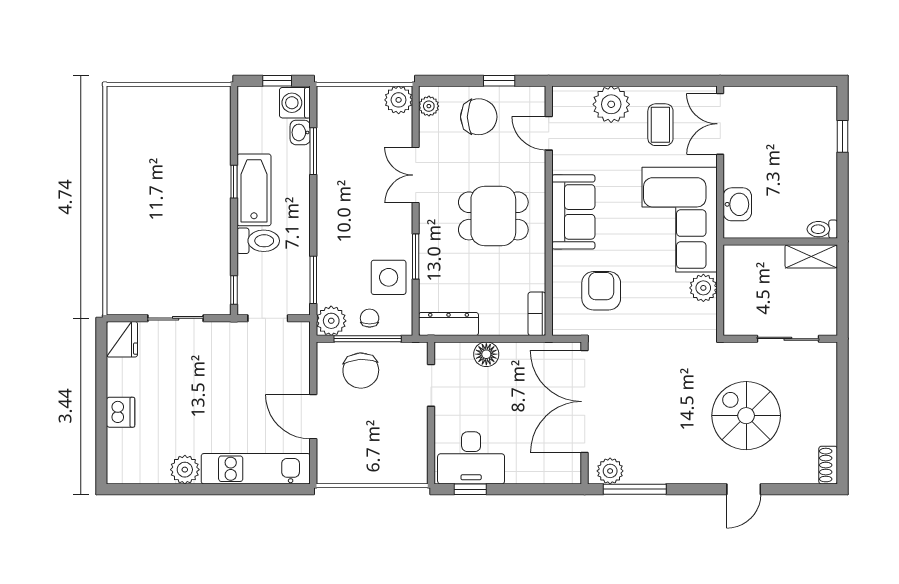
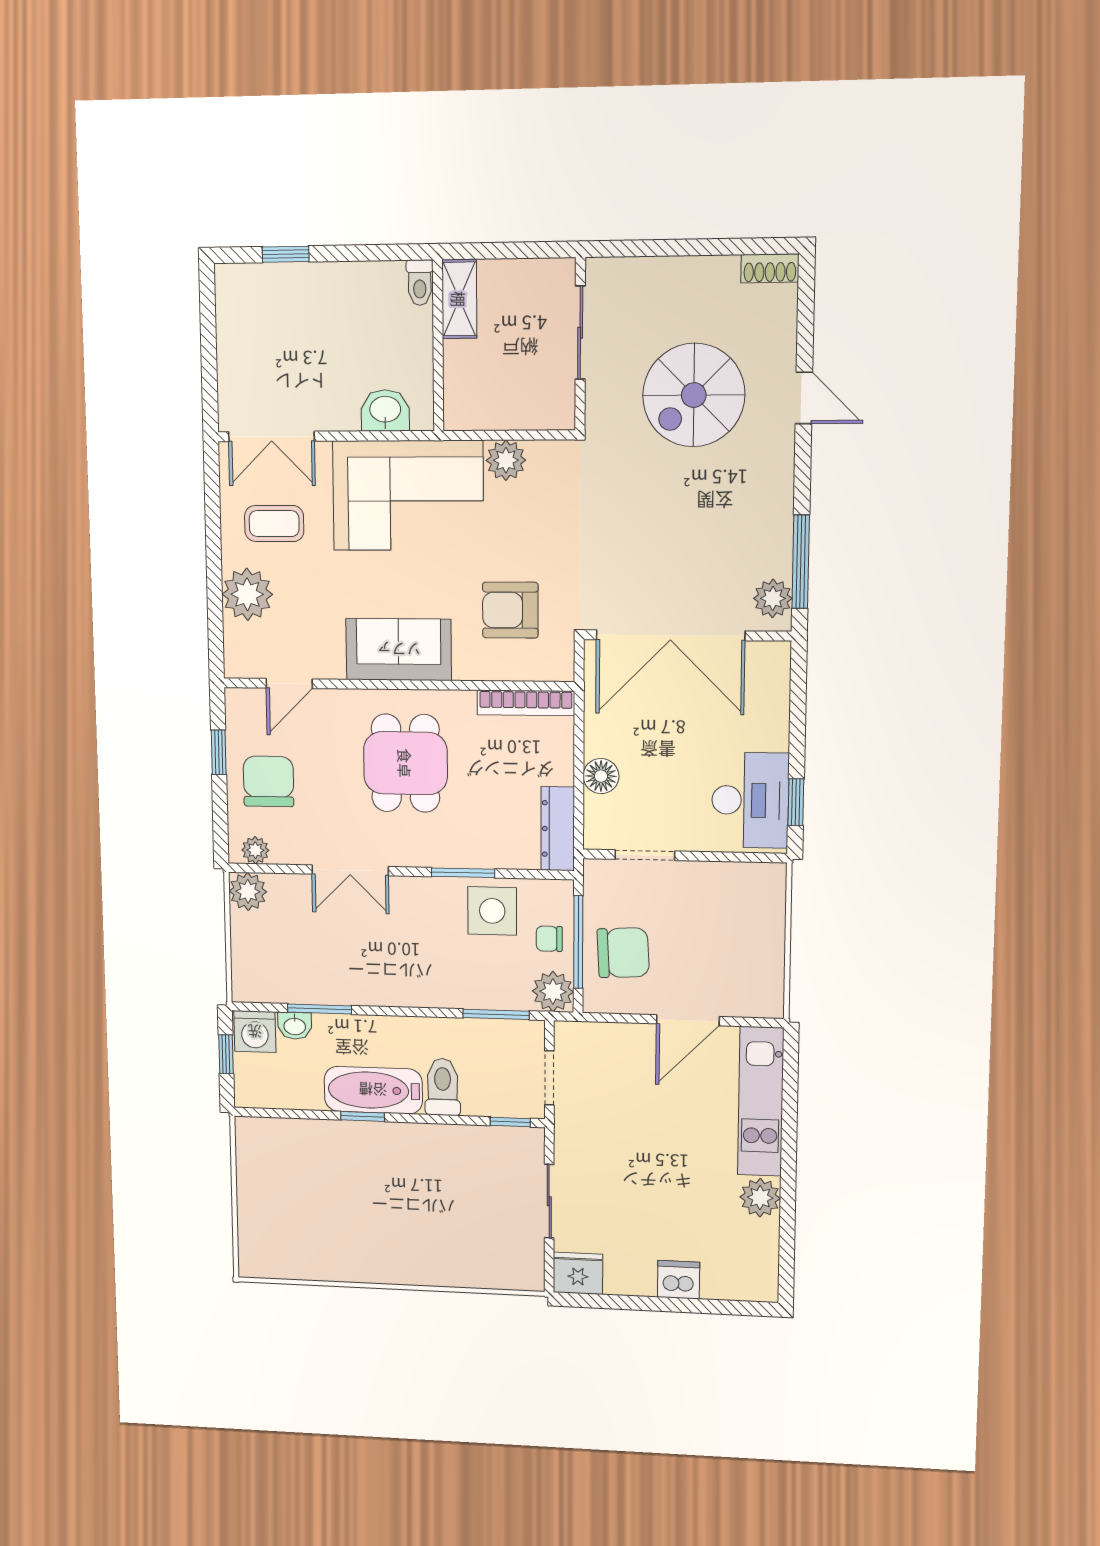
bookcase: (537, 314) -> (526, 703), width x1.56

